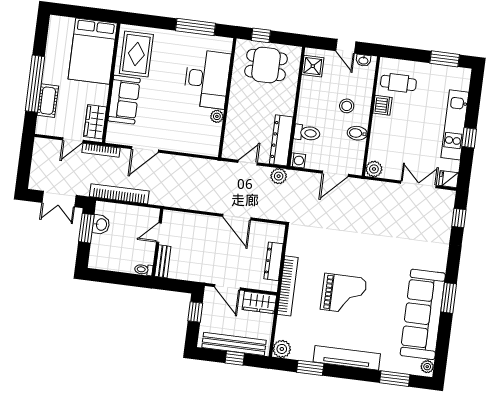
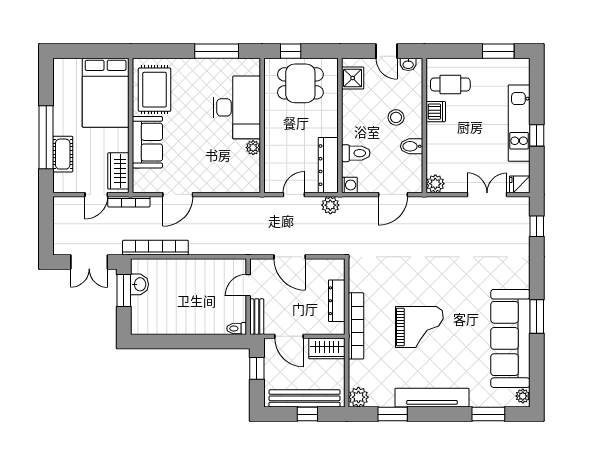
door: (159, 233) -> (248, 285), moved
wall: (157, 243) -> (248, 297), moved
bench: (163, 261) -> (257, 317), moved
toilet: (144, 270) -> (237, 328), moved

